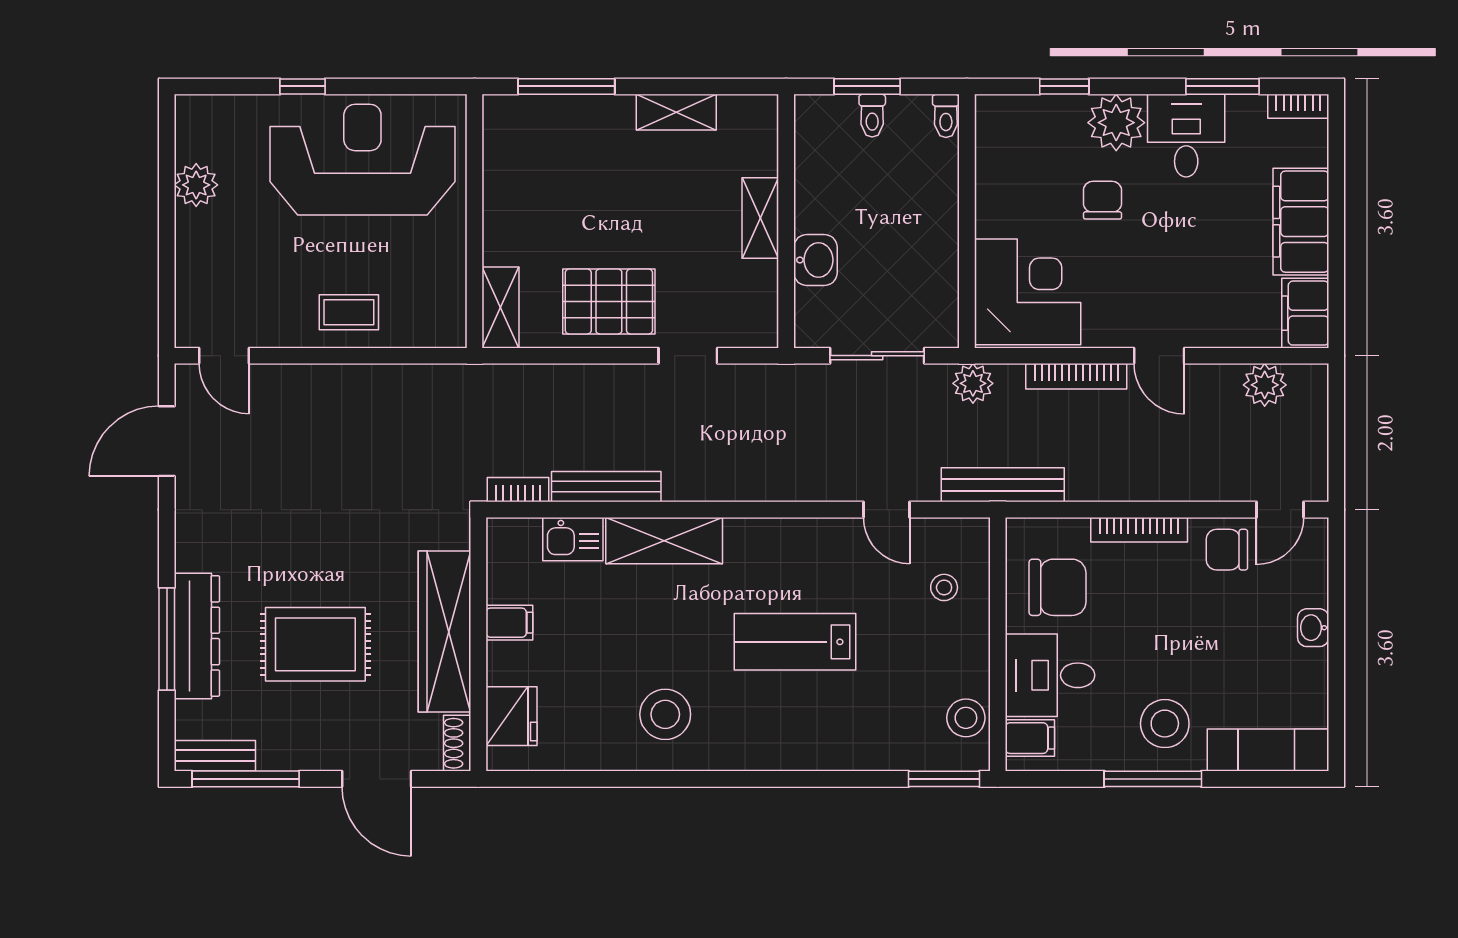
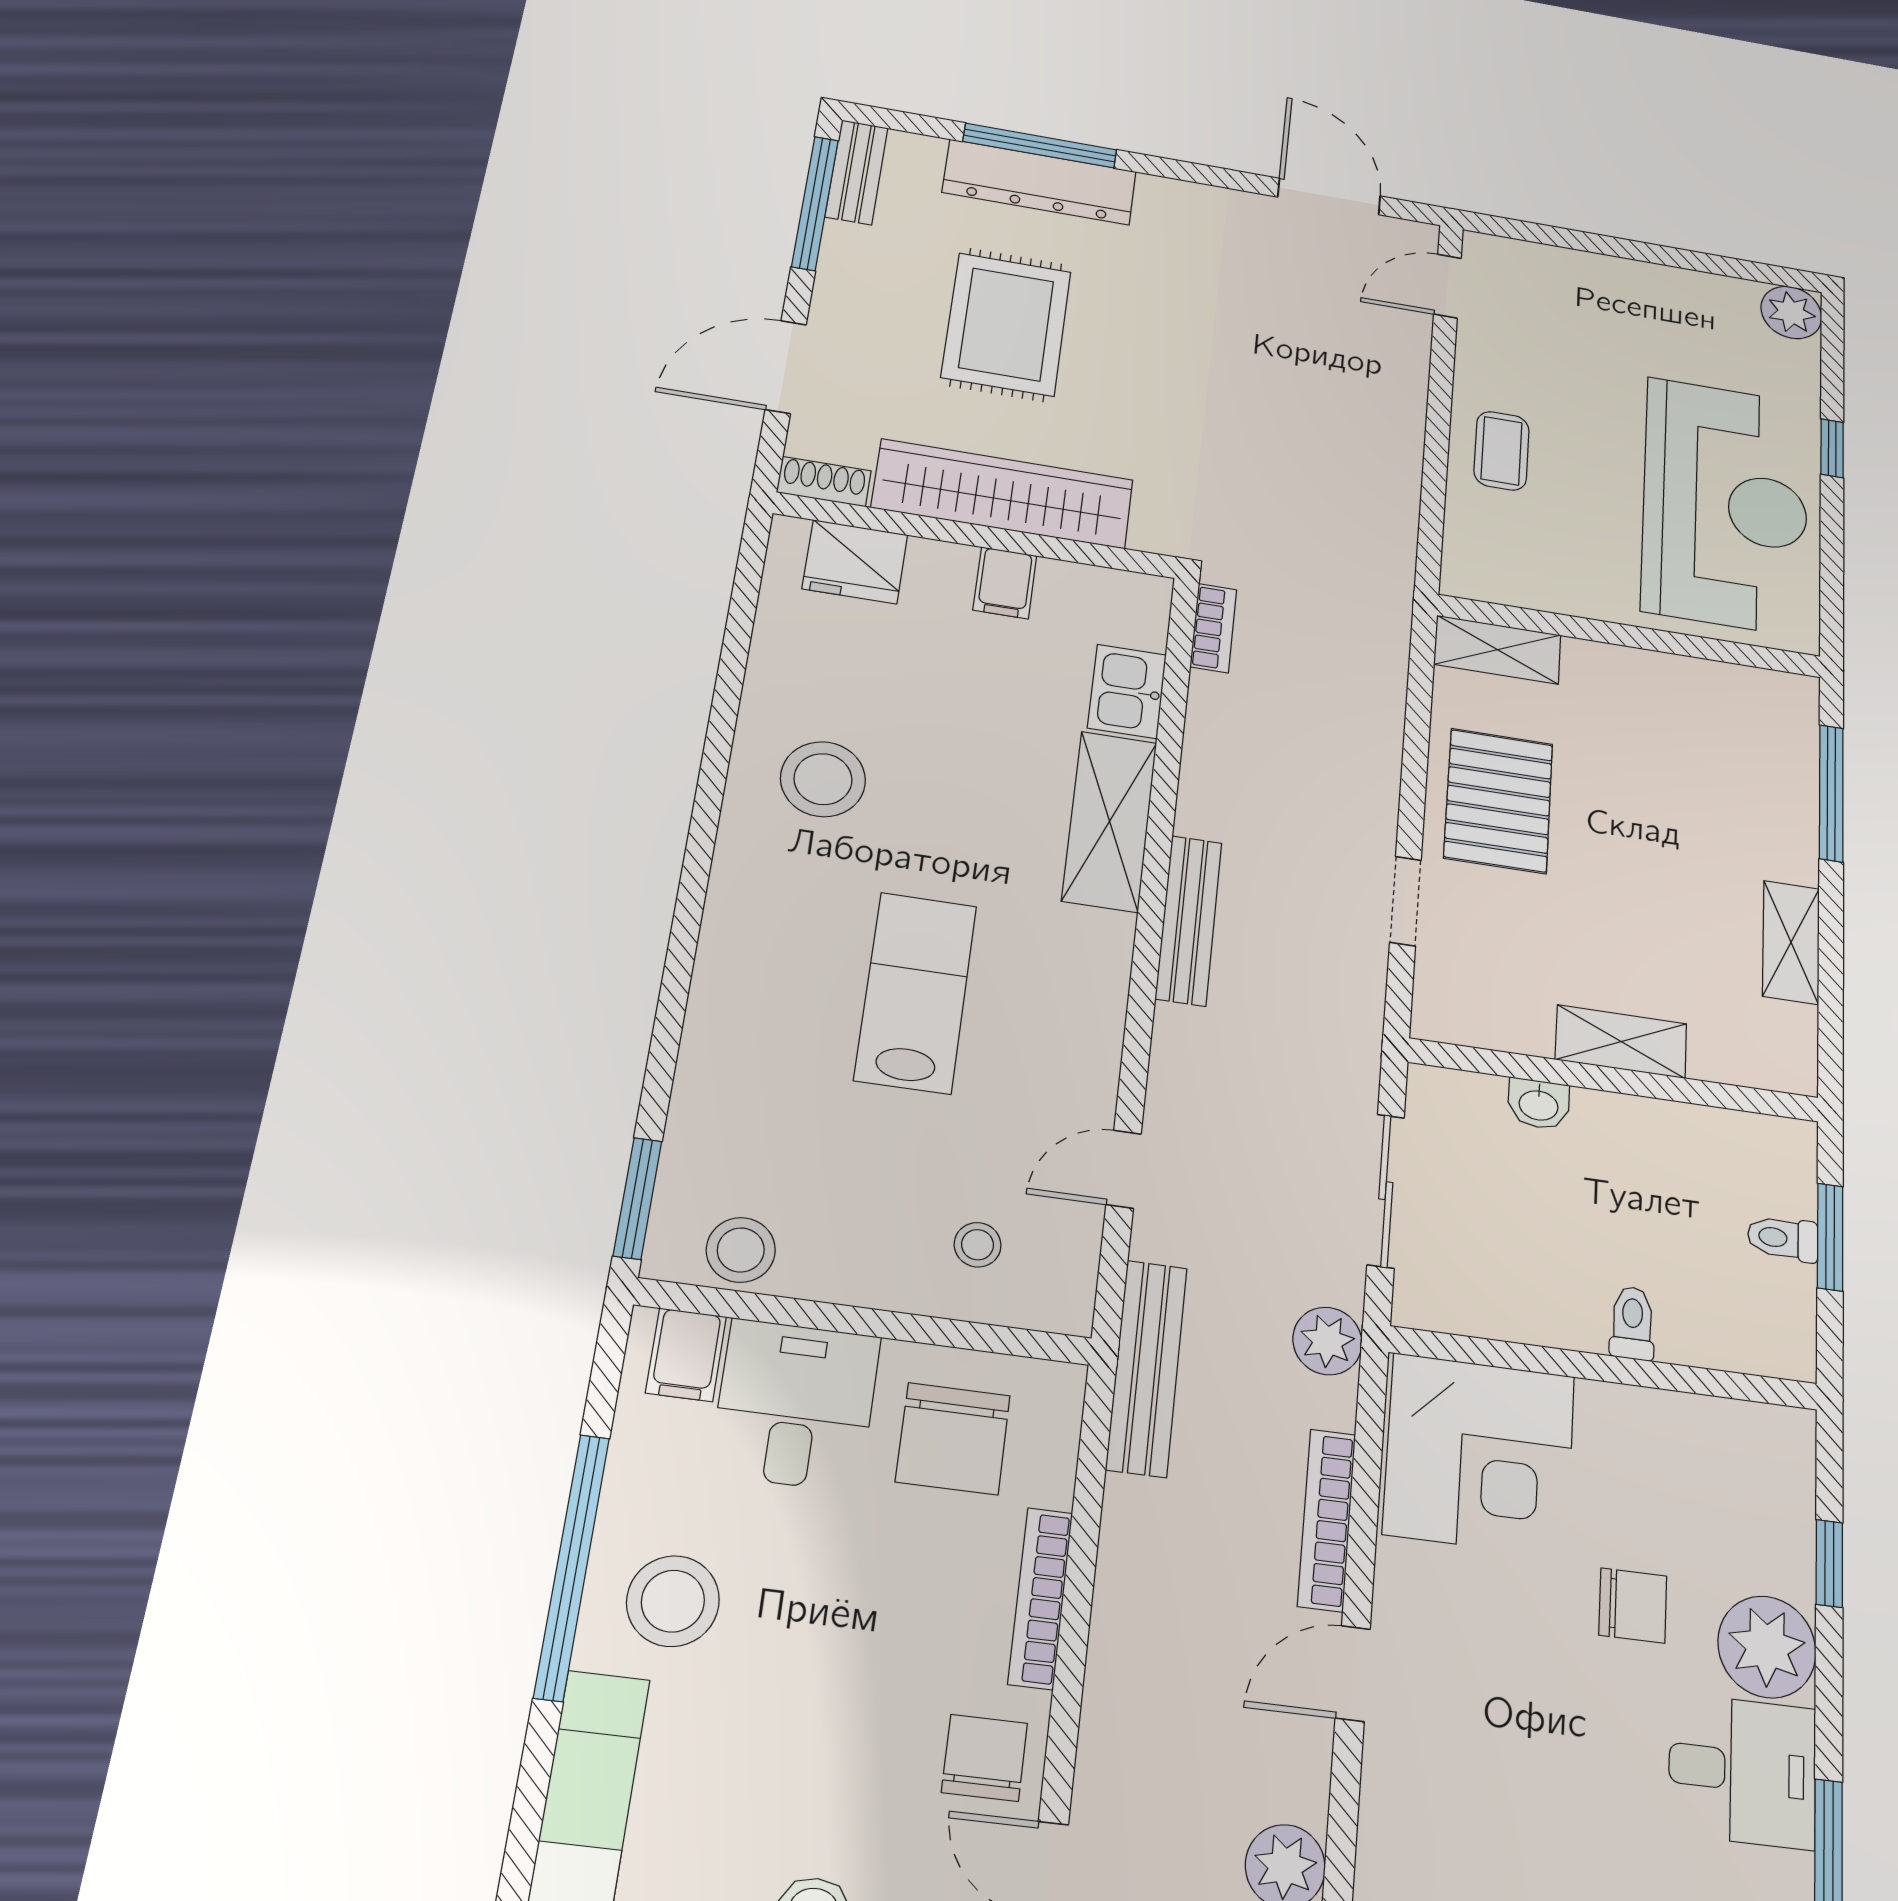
toilet: (946, 116) -> (1632, 1323), moved, turned 90
plant: (196, 185) -> (1791, 312), moved
washbasin: (815, 260) -> (1539, 1104), width x0.72, depth x0.69
bench: (606, 487) -> (1189, 920), moved
window: (1153, 779) -> (572, 1566), width x1.46

